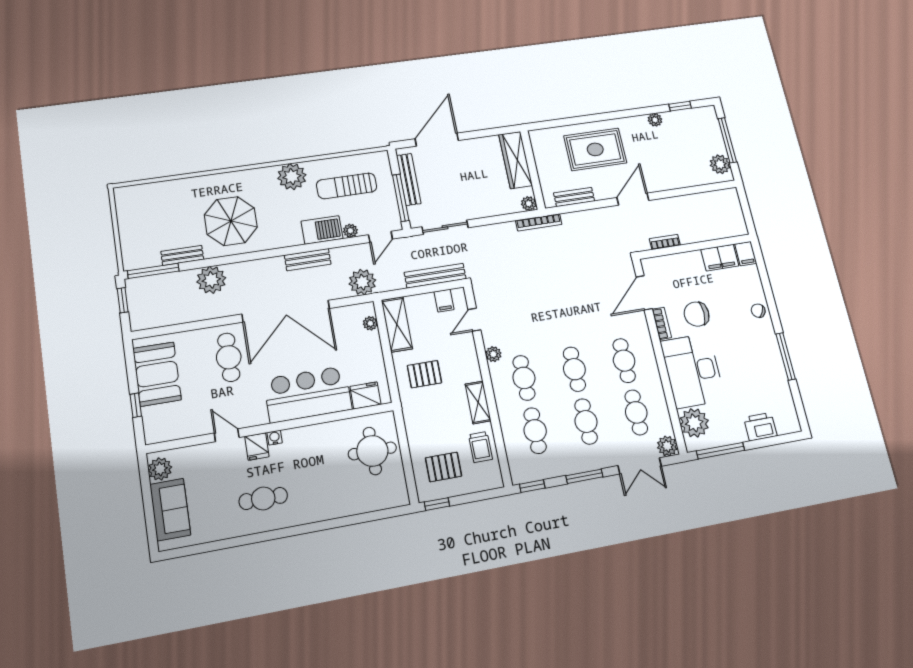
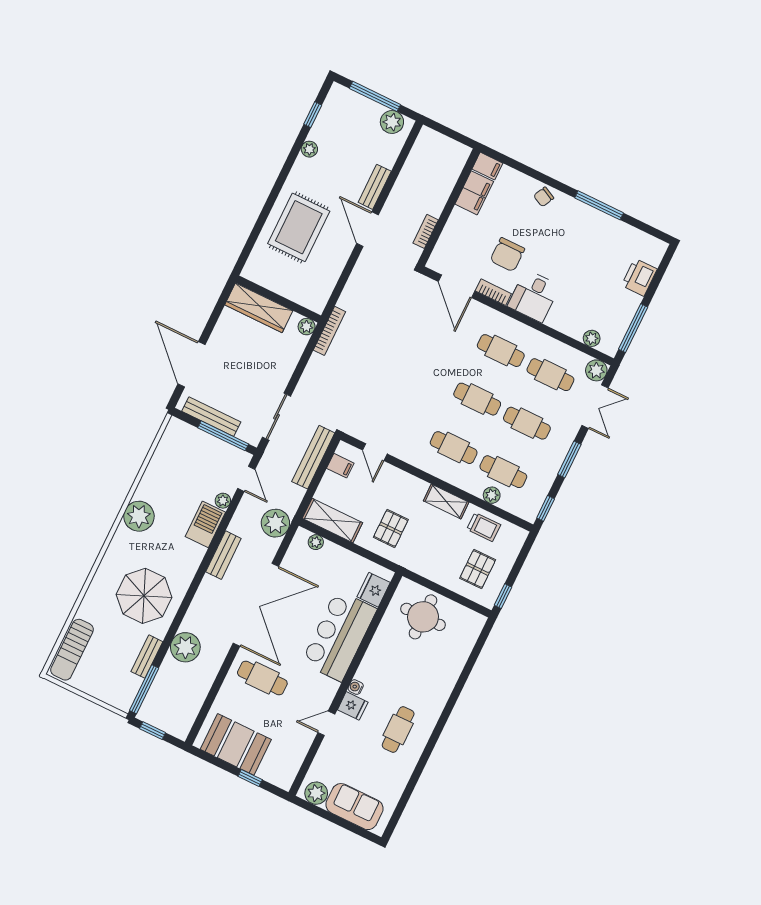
sun lounger: (347, 186) -> (72, 650), moved
bench: (574, 197) -> (375, 187), moved
plant: (493, 354) -> (492, 495), moved
desk: (693, 371) -> (534, 296), width x0.53, depth x0.77
plant: (694, 423) -> (592, 338), width x0.53, depth x0.53

